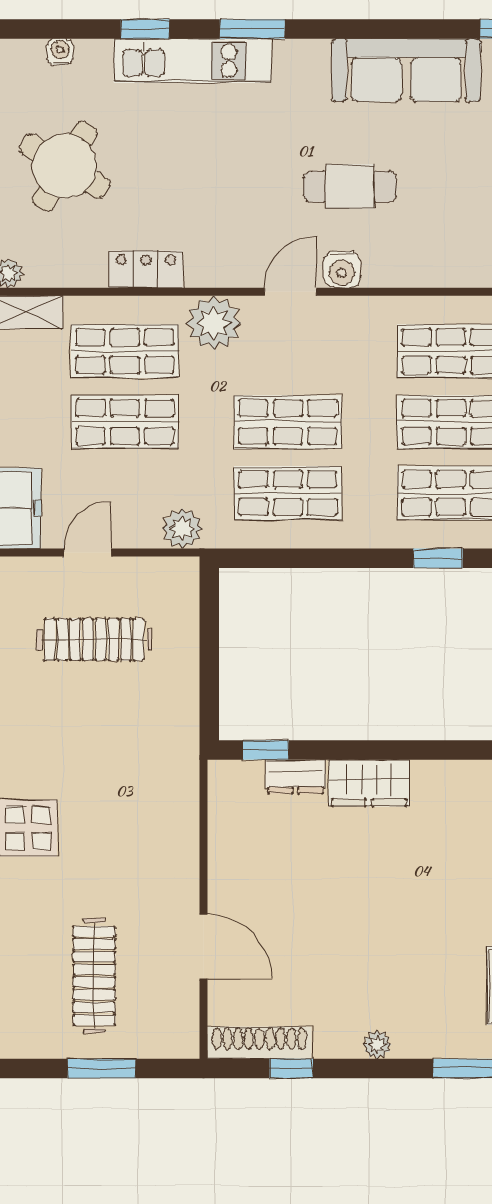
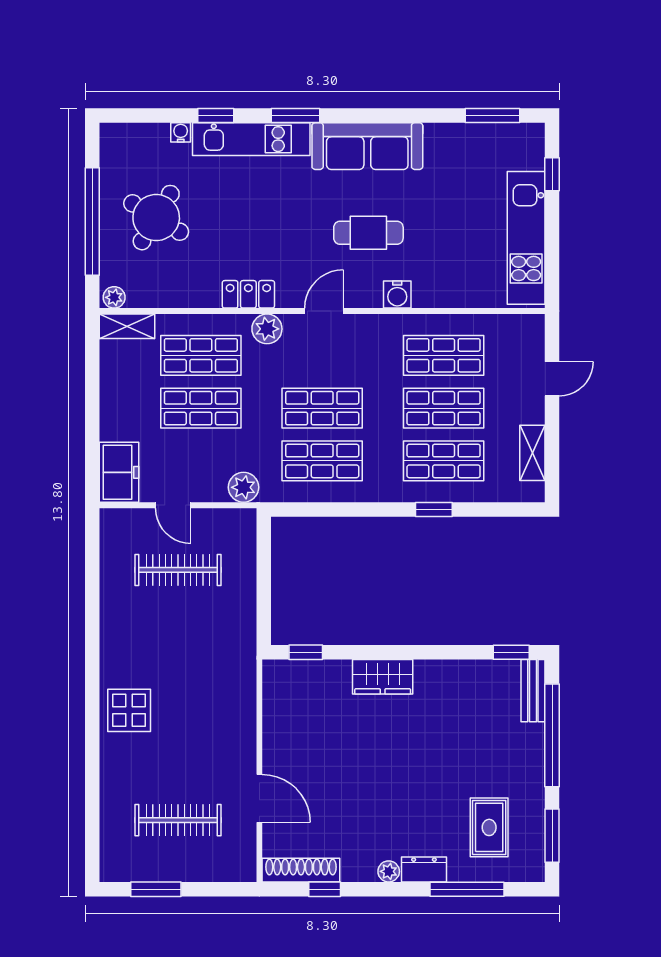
water cooler: (60, 52) -> (181, 132), moved
sofa: (406, 70) -> (367, 146), moved
locker: (146, 269) -> (248, 294), moved
water cooler: (342, 269) -> (397, 295), moved
plant: (214, 323) -> (267, 329), width x0.73, depth x0.73
door: (88, 553) -> (173, 505), swing flipped
dresser: (296, 777) -> (424, 869), moved, turned 180
clothes rail: (94, 976) -> (178, 820), turned 90
window: (101, 1068) -> (156, 889), moved

